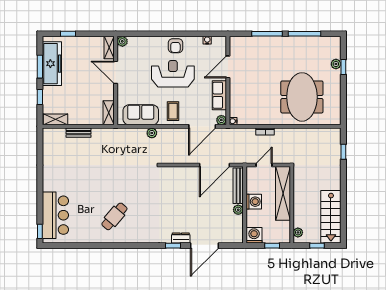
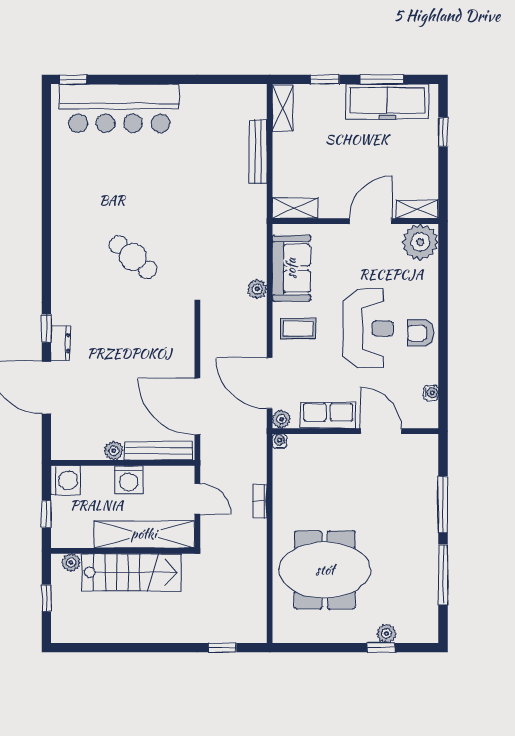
plant: (122, 41) -> (420, 242), width x1.88, depth x1.88
bench: (78, 133) -> (258, 152), width x1.36
bar counter: (55, 215) -> (119, 108), width x1.36
cafe table: (114, 216) -> (133, 257), moved
stairs: (331, 217) -> (131, 572), moved, turned 180

